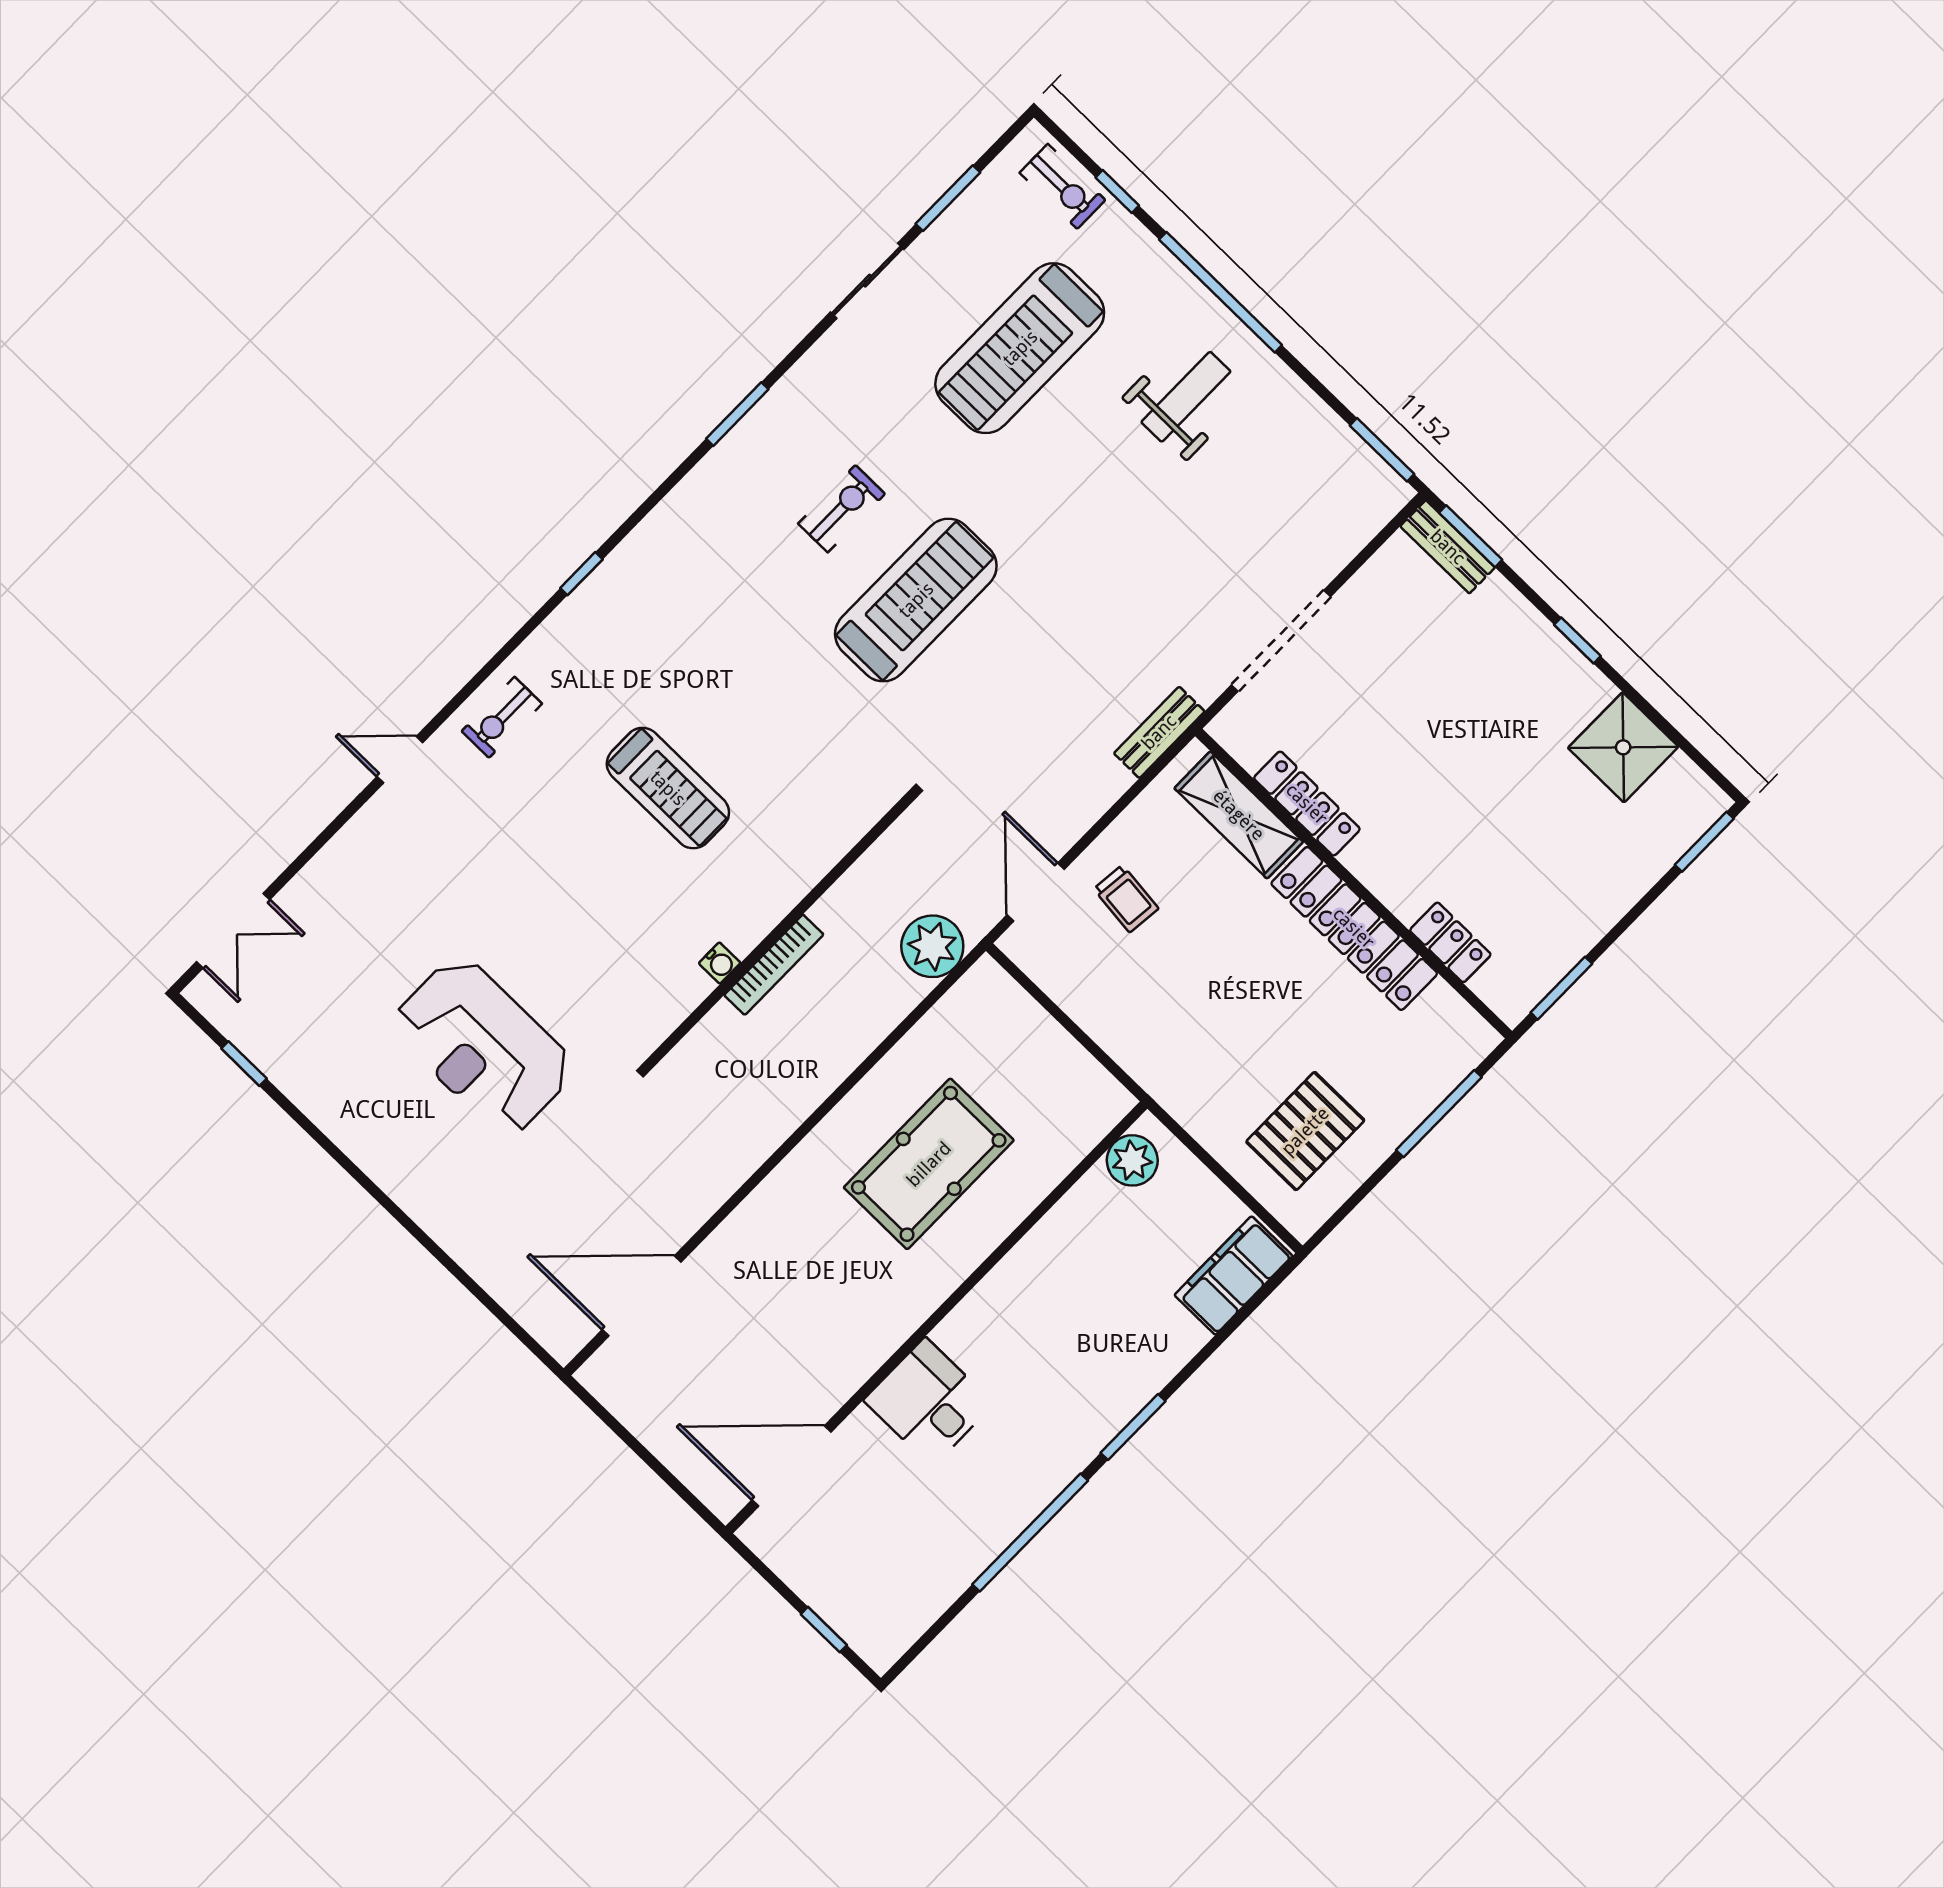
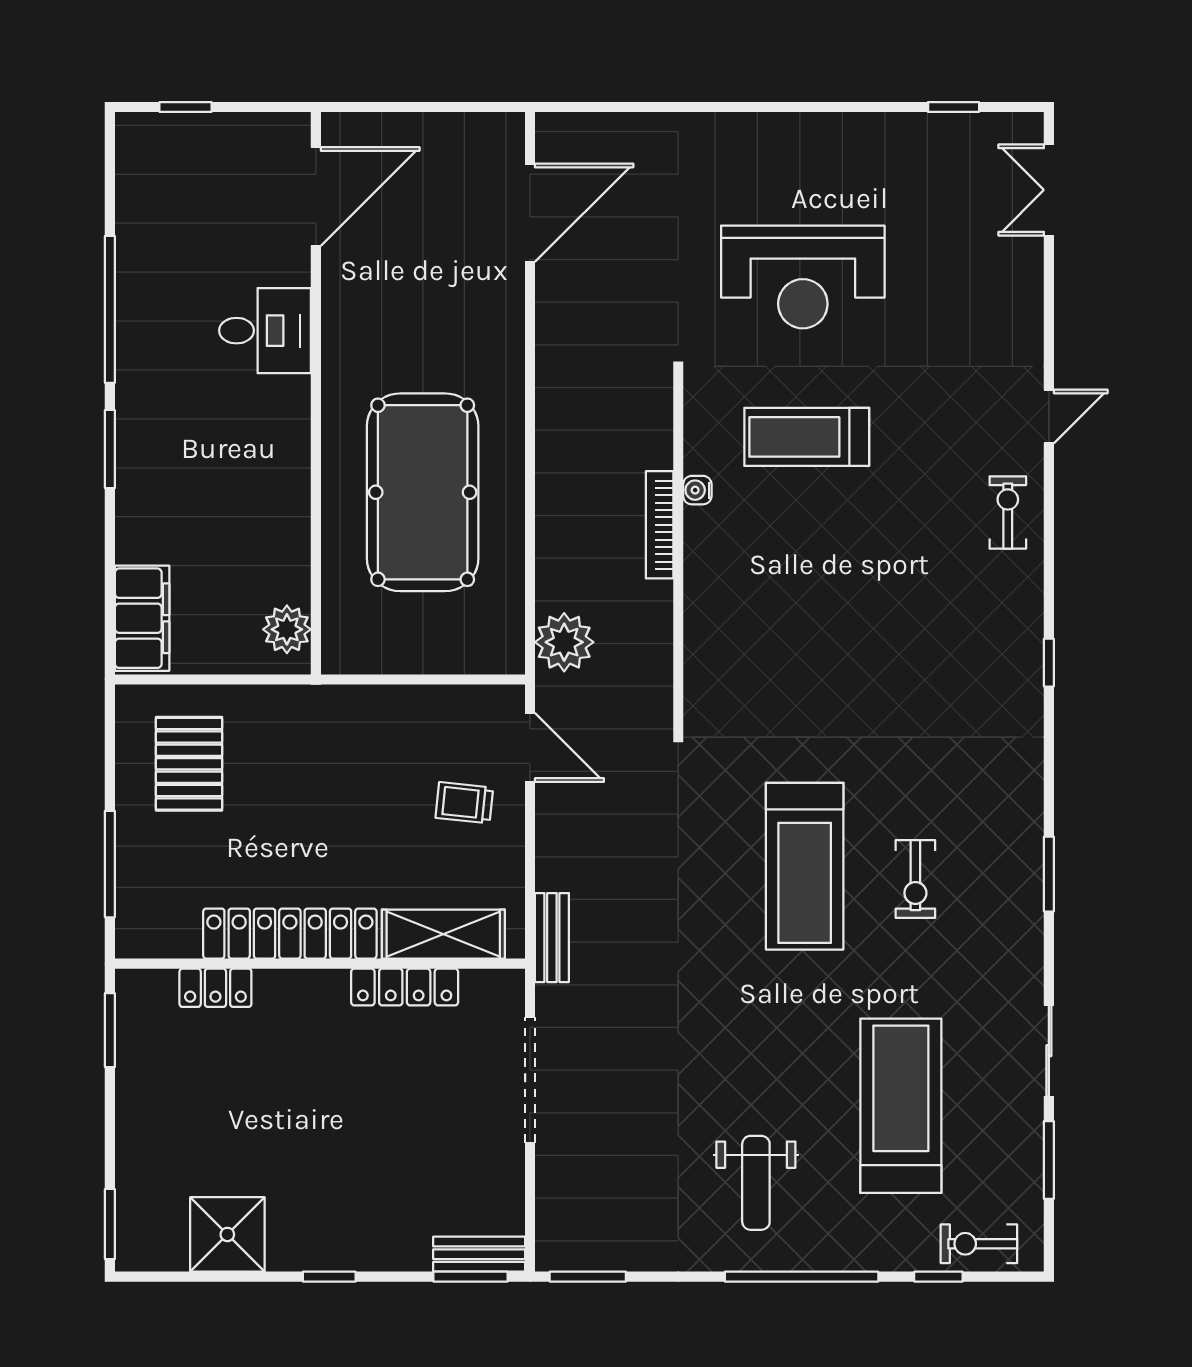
treadmill: (668, 788) -> (807, 437), moved
reception desk: (483, 1046) -> (803, 277), turned 180
pool table: (929, 1164) -> (423, 492), width x1.36, depth x1.32

